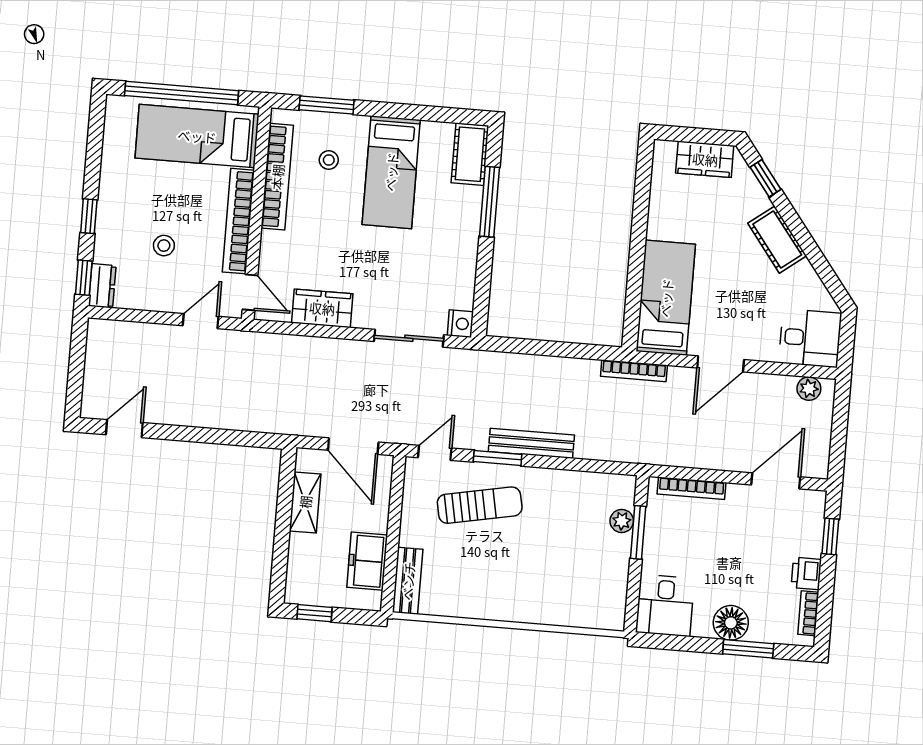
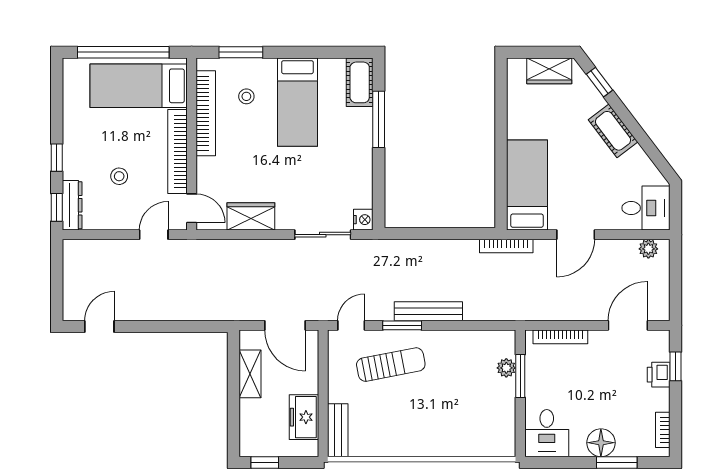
dresser: (102, 286) -> (72, 205), width x1.44
printer: (806, 573) -> (659, 375), moved

